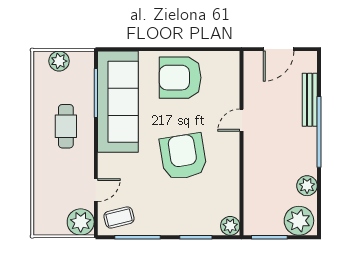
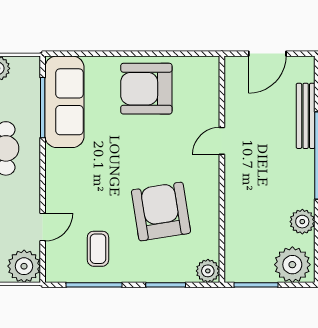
sofa: (118, 102) -> (64, 102), width x0.74, depth x0.79
armchair: (183, 157) -> (161, 212), moved
coffee table: (119, 217) -> (98, 249), moved, turned -76

